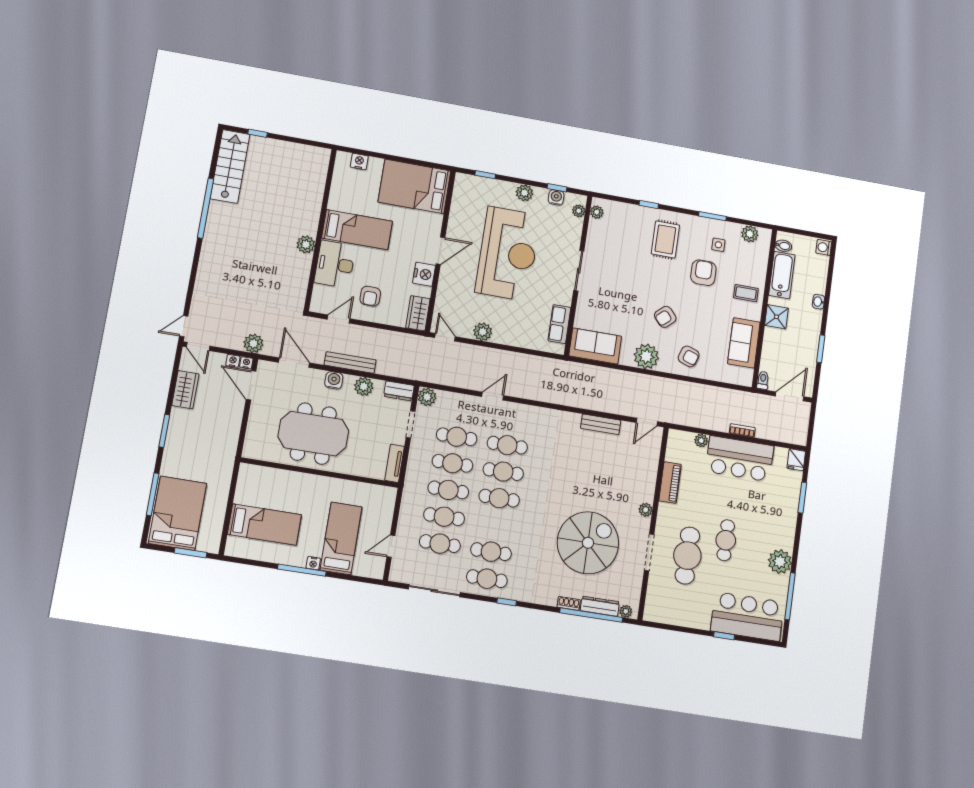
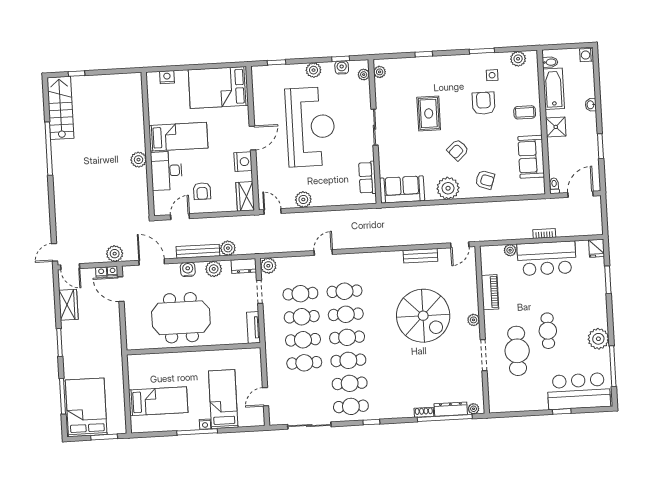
rug: (665, 239) -> (429, 113), moved
plant: (385, 367) -> (228, 248), added
spiral stairs: (588, 543) -> (423, 316), moved, turned 90
cafe table: (440, 544) -> (348, 360), moved

